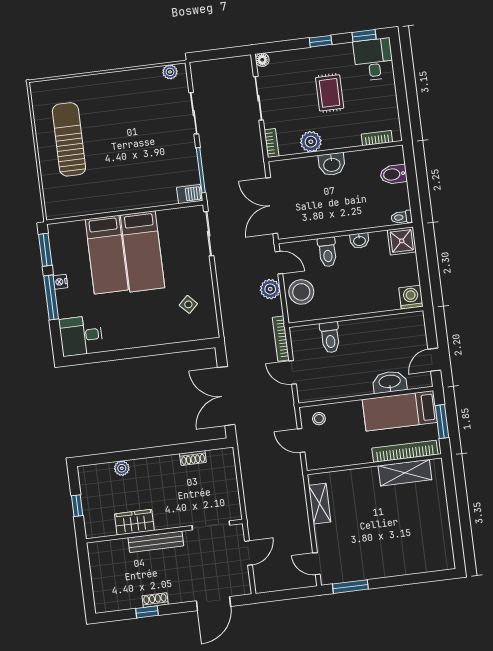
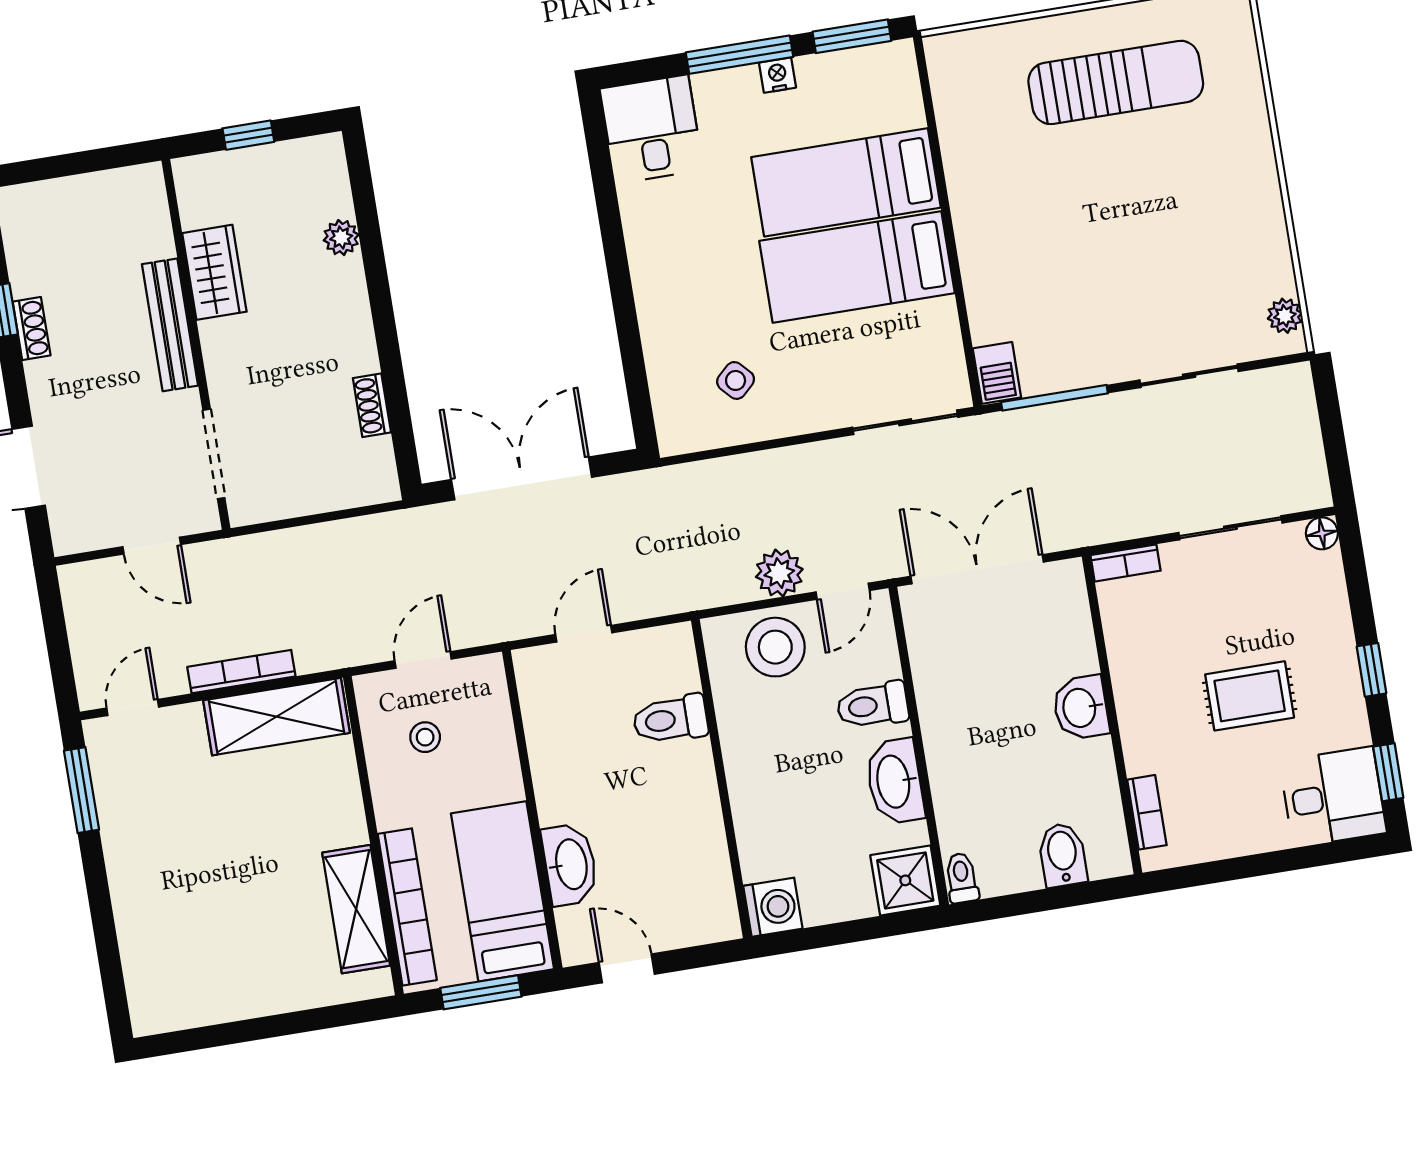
plant: (311, 142) -> (1132, 656), removed
washbasin: (359, 241) -> (895, 781), width x1.91, depth x1.45
bookcase: (281, 339) -> (241, 672), moved
stool: (319, 419) -> (425, 737), moved
shelving: (320, 504) -> (276, 717), width x1.50, depth x1.33

